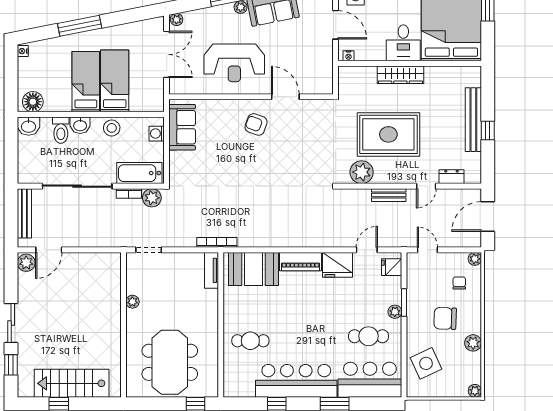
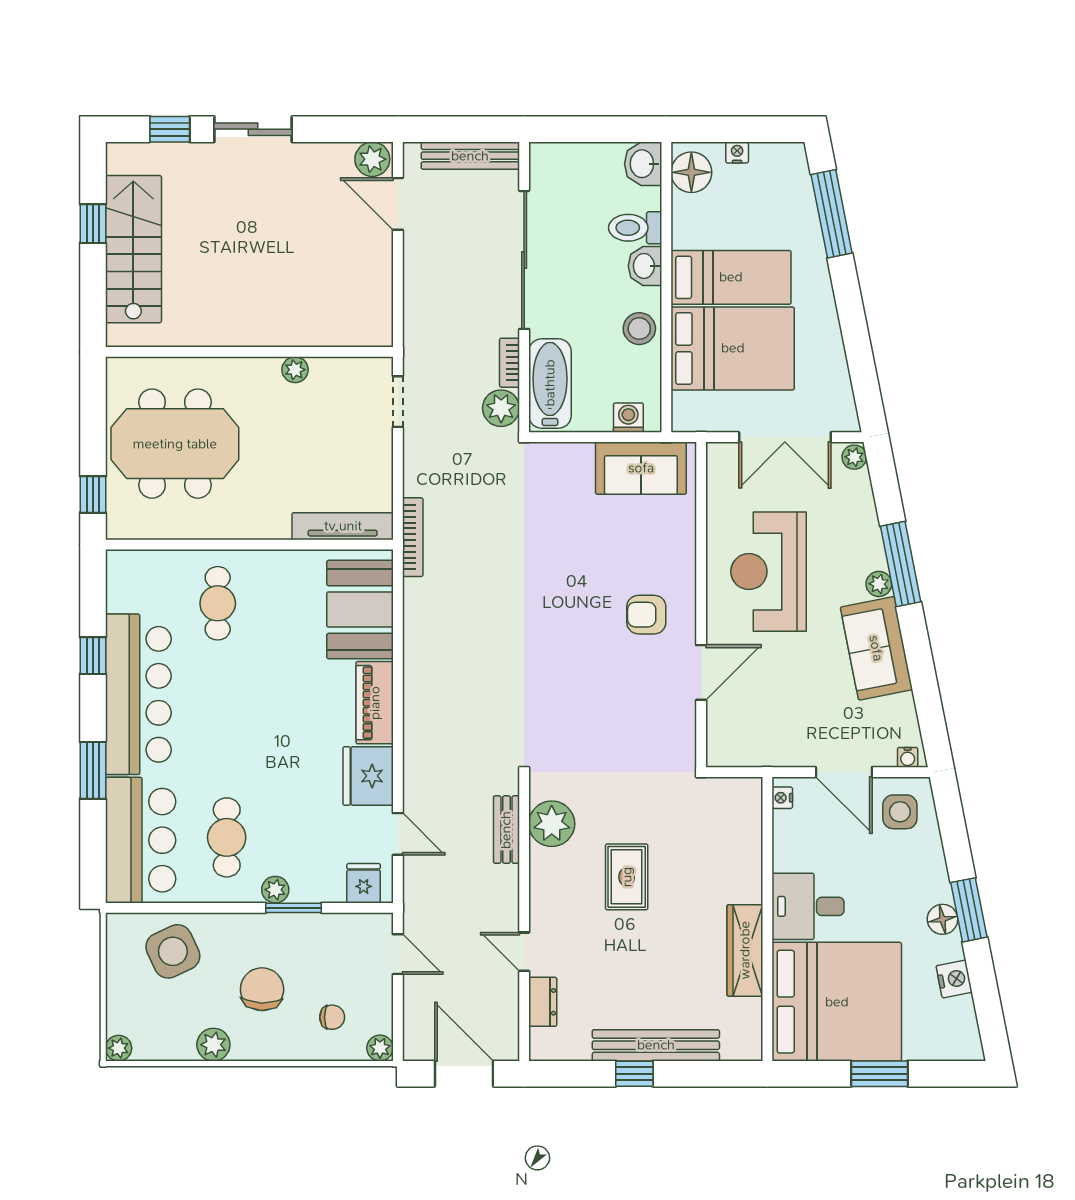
door: (336, 25) -> (844, 772), hinge flipped
window: (80, 26) -> (832, 214), moved
nightstand: (23, 51) -> (737, 152), moved
wardrobe: (400, 75) -> (745, 950), moved
bed: (115, 81) -> (733, 348), width x1.50
armchair: (256, 124) -> (646, 615), turned -110
rug: (388, 134) -> (627, 877), width x0.54, depth x0.49
bench: (389, 195) -> (506, 830), moved
door: (427, 250) -> (398, 954), hinge flipped
tv unit: (211, 270) -> (343, 526), width x1.41

